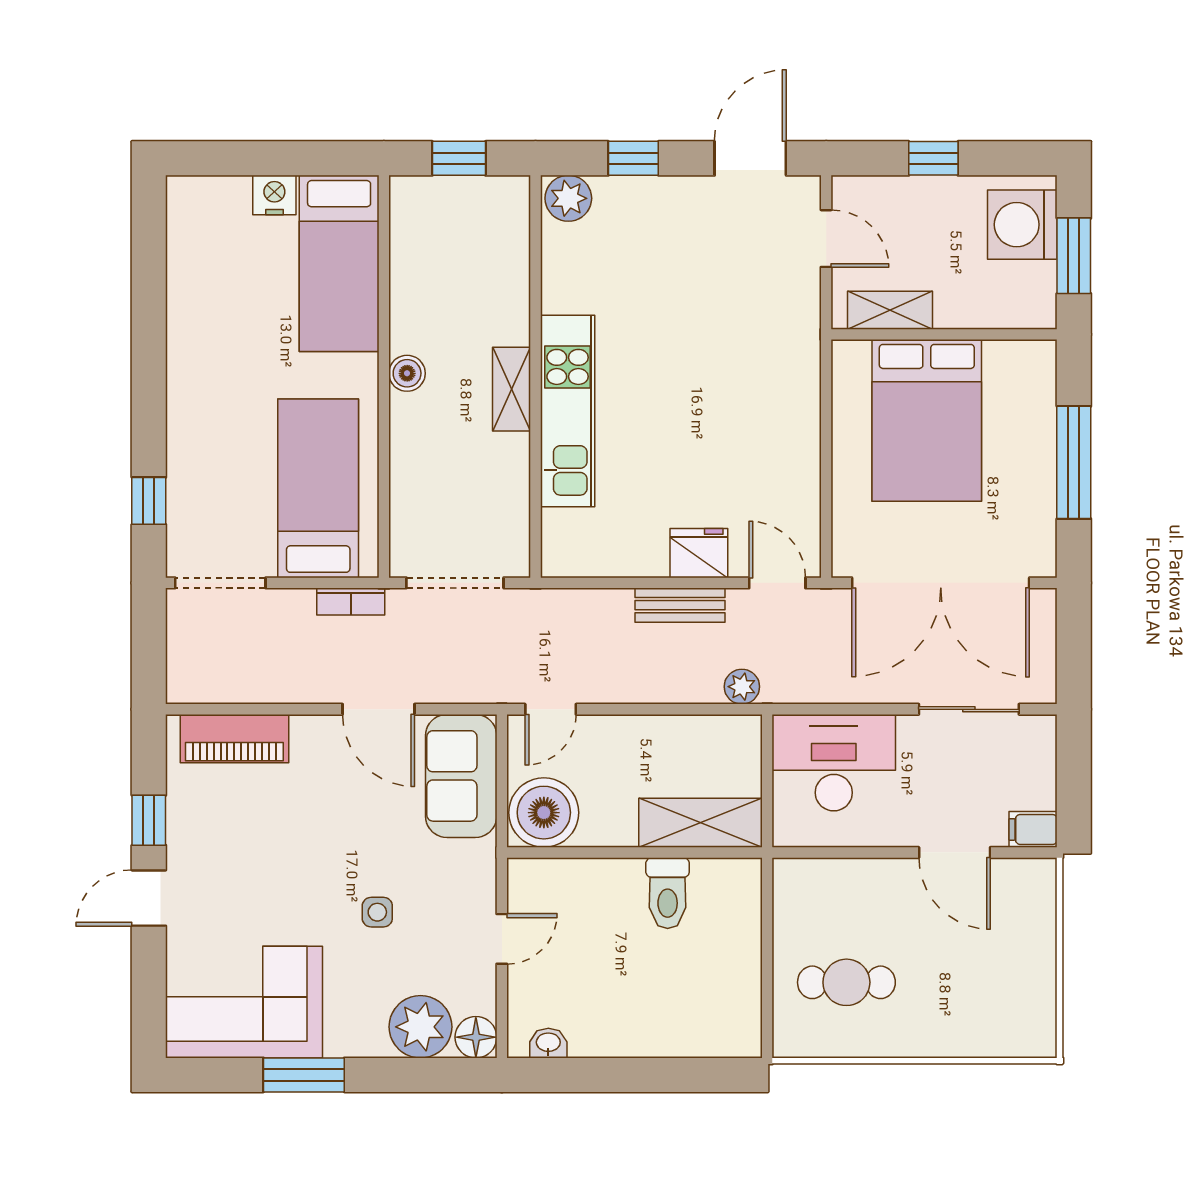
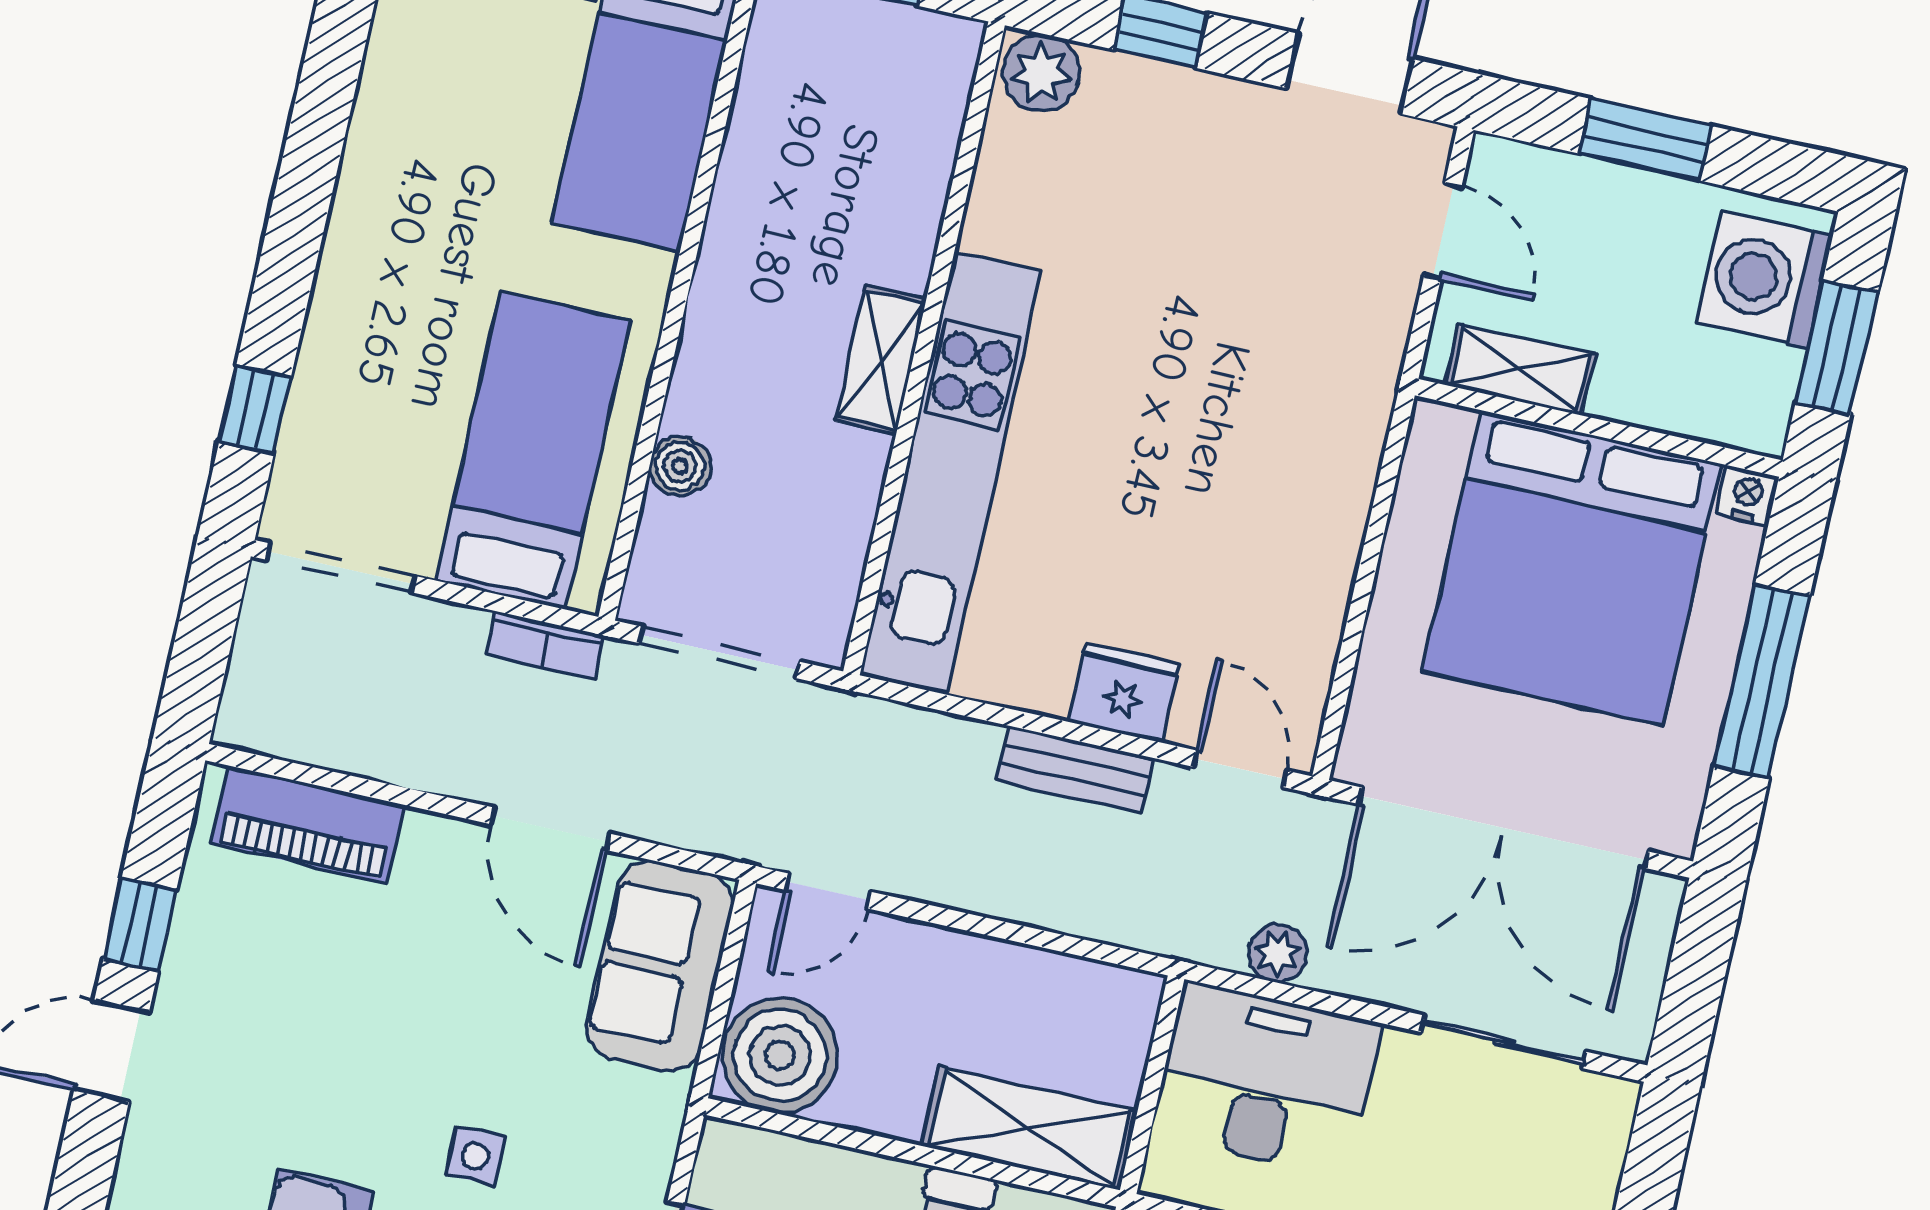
window: (933, 158) -> (1645, 140), width x1.50
nightstand: (1041, 355) -> (1747, 496), added
boiler: (407, 373) -> (680, 466), moved
kitchen unit: (568, 411) -> (951, 472), width x1.36
bed: (927, 420) -> (1572, 568), width x1.36
plant: (742, 687) -> (1277, 953), moved

